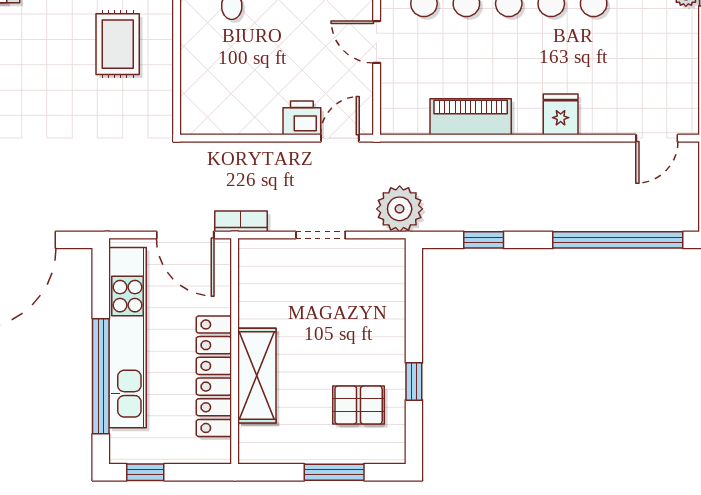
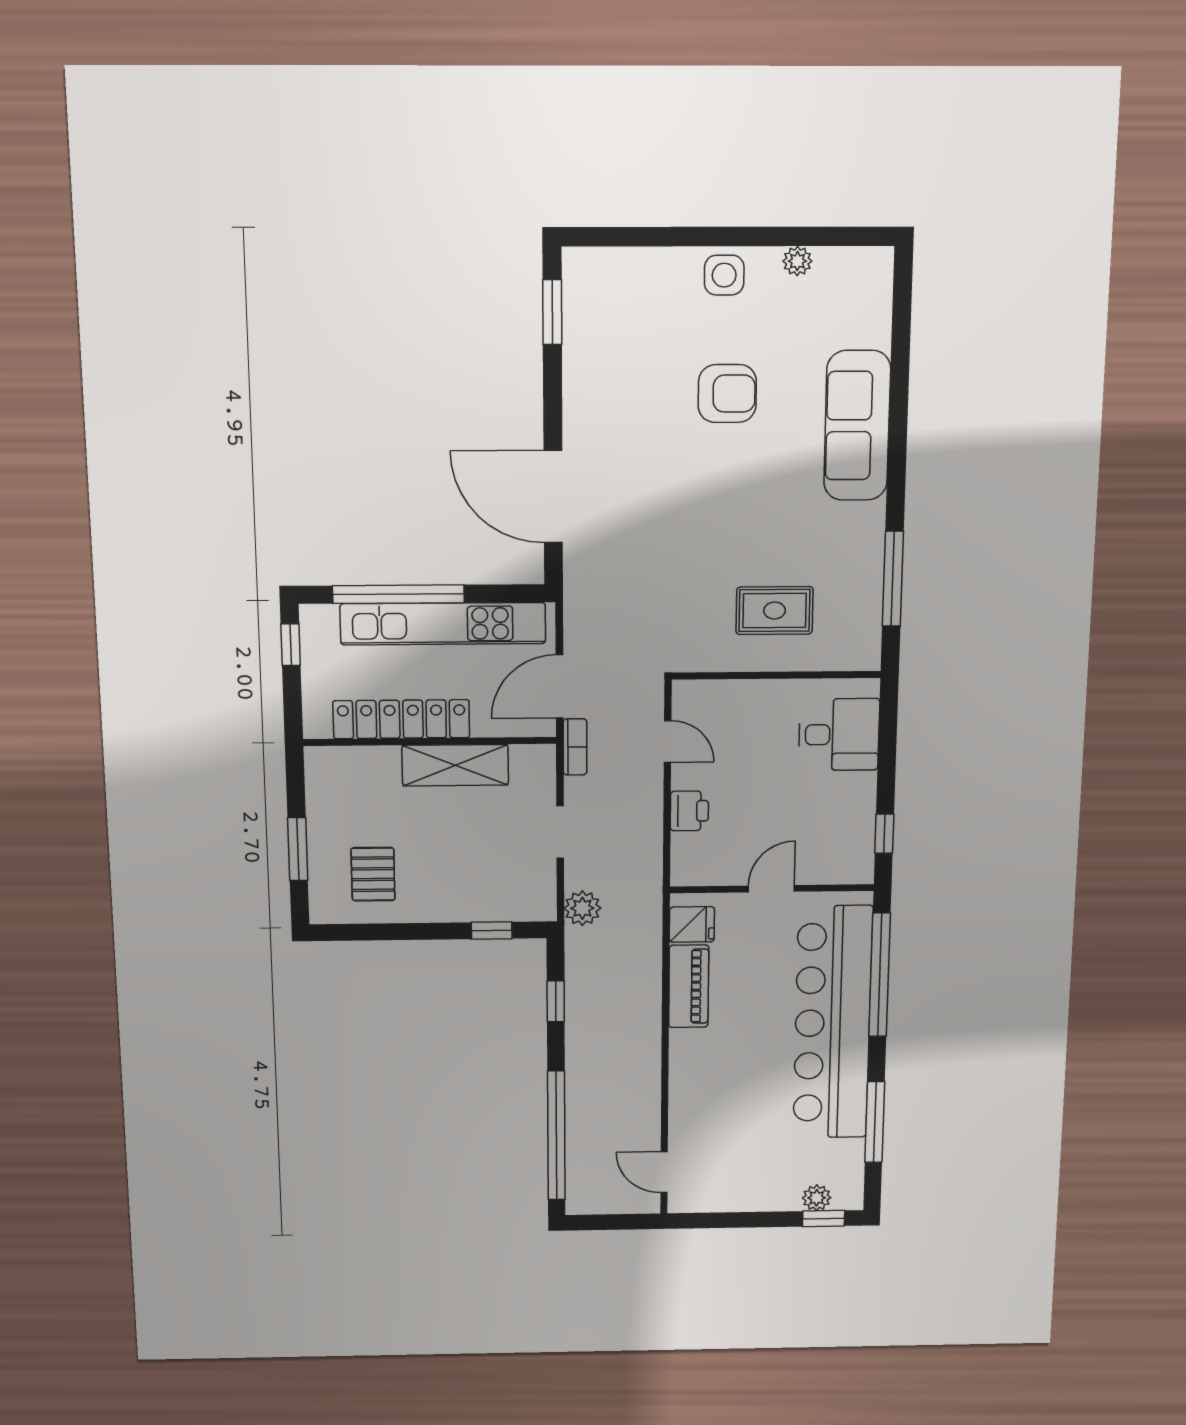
fridge: (561, 114) -> (692, 924), moved
door: (340, 138) -> (668, 742), moved
plant: (400, 209) -> (582, 908), width x0.73, depth x0.73
shelving: (257, 376) -> (455, 765), moved
window: (414, 381) -> (492, 930), moved

